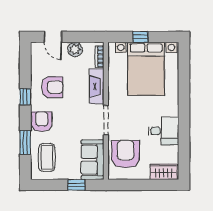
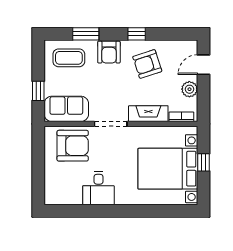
armchair: (52, 87) -> (147, 64), turned 72
armchair: (42, 122) -> (109, 52), turned 90
wardrobe: (164, 172) -> (53, 188), removed

